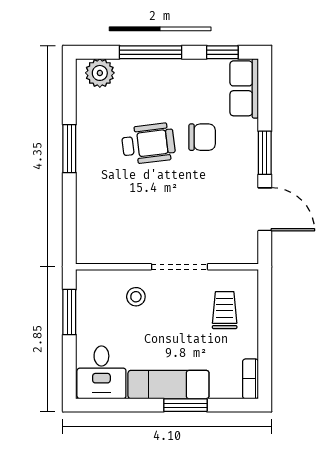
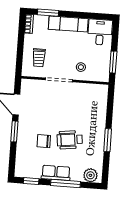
row of seats: (244, 88) -> (56, 173), moved, turned -90
window: (185, 405) -> (48, 13), moved

